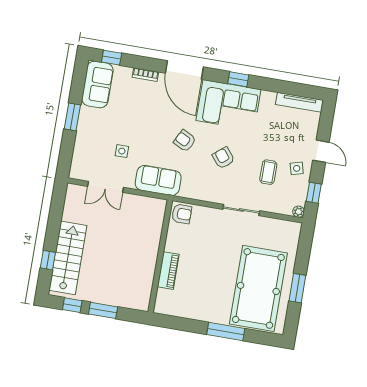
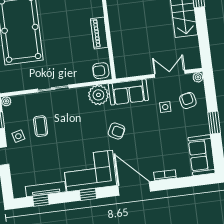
window: (112, 58) -> (41, 200), moved
tv unit: (299, 102) -> (46, 189), moved
armchair: (223, 158) -> (188, 101), moved, turned -153
plant: (75, 173) -> (198, 77), added
plant: (193, 187) -> (98, 95), added
piano: (168, 271) -> (99, 33), moved

